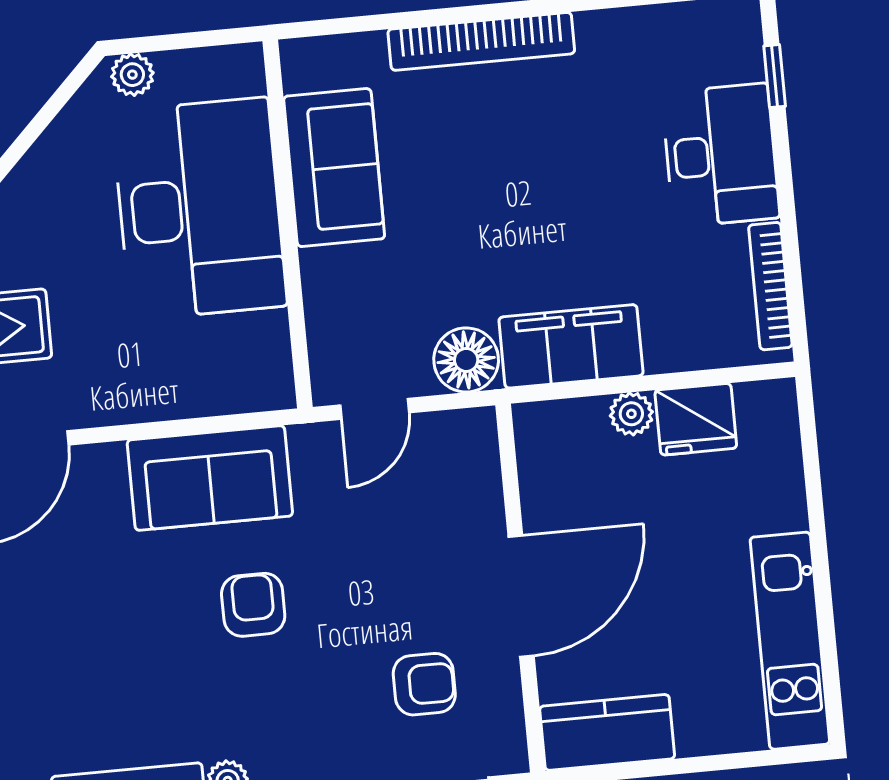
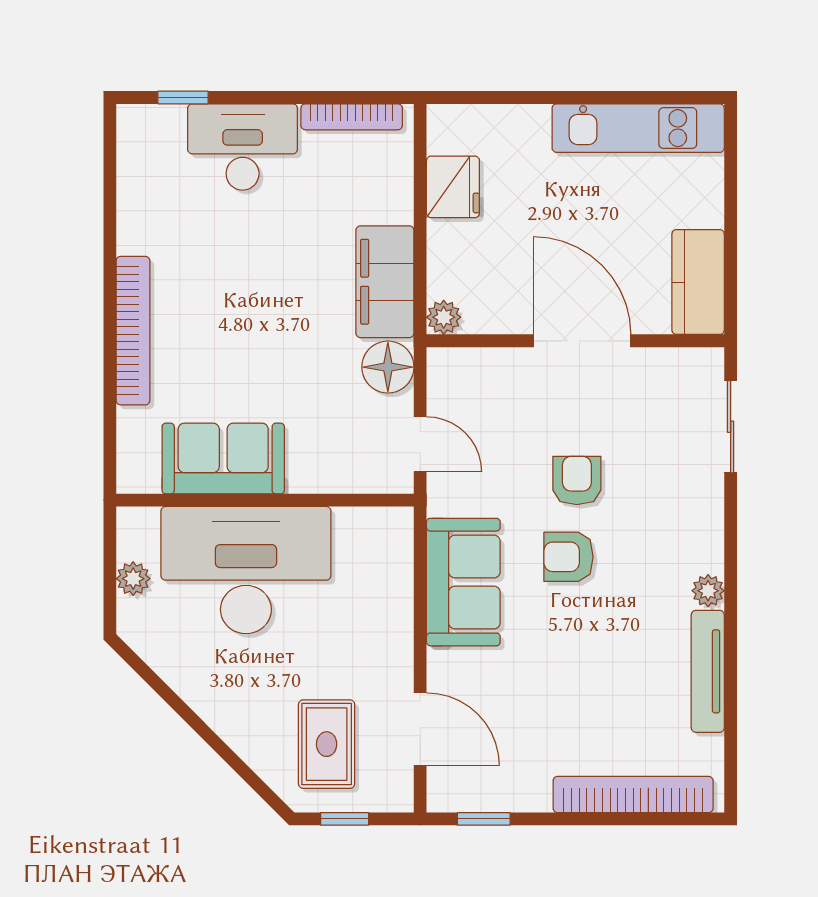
plant: (132, 75) -> (133, 579), moved
plant: (631, 414) -> (444, 317), moved
armchair: (424, 684) -> (577, 480), moved

